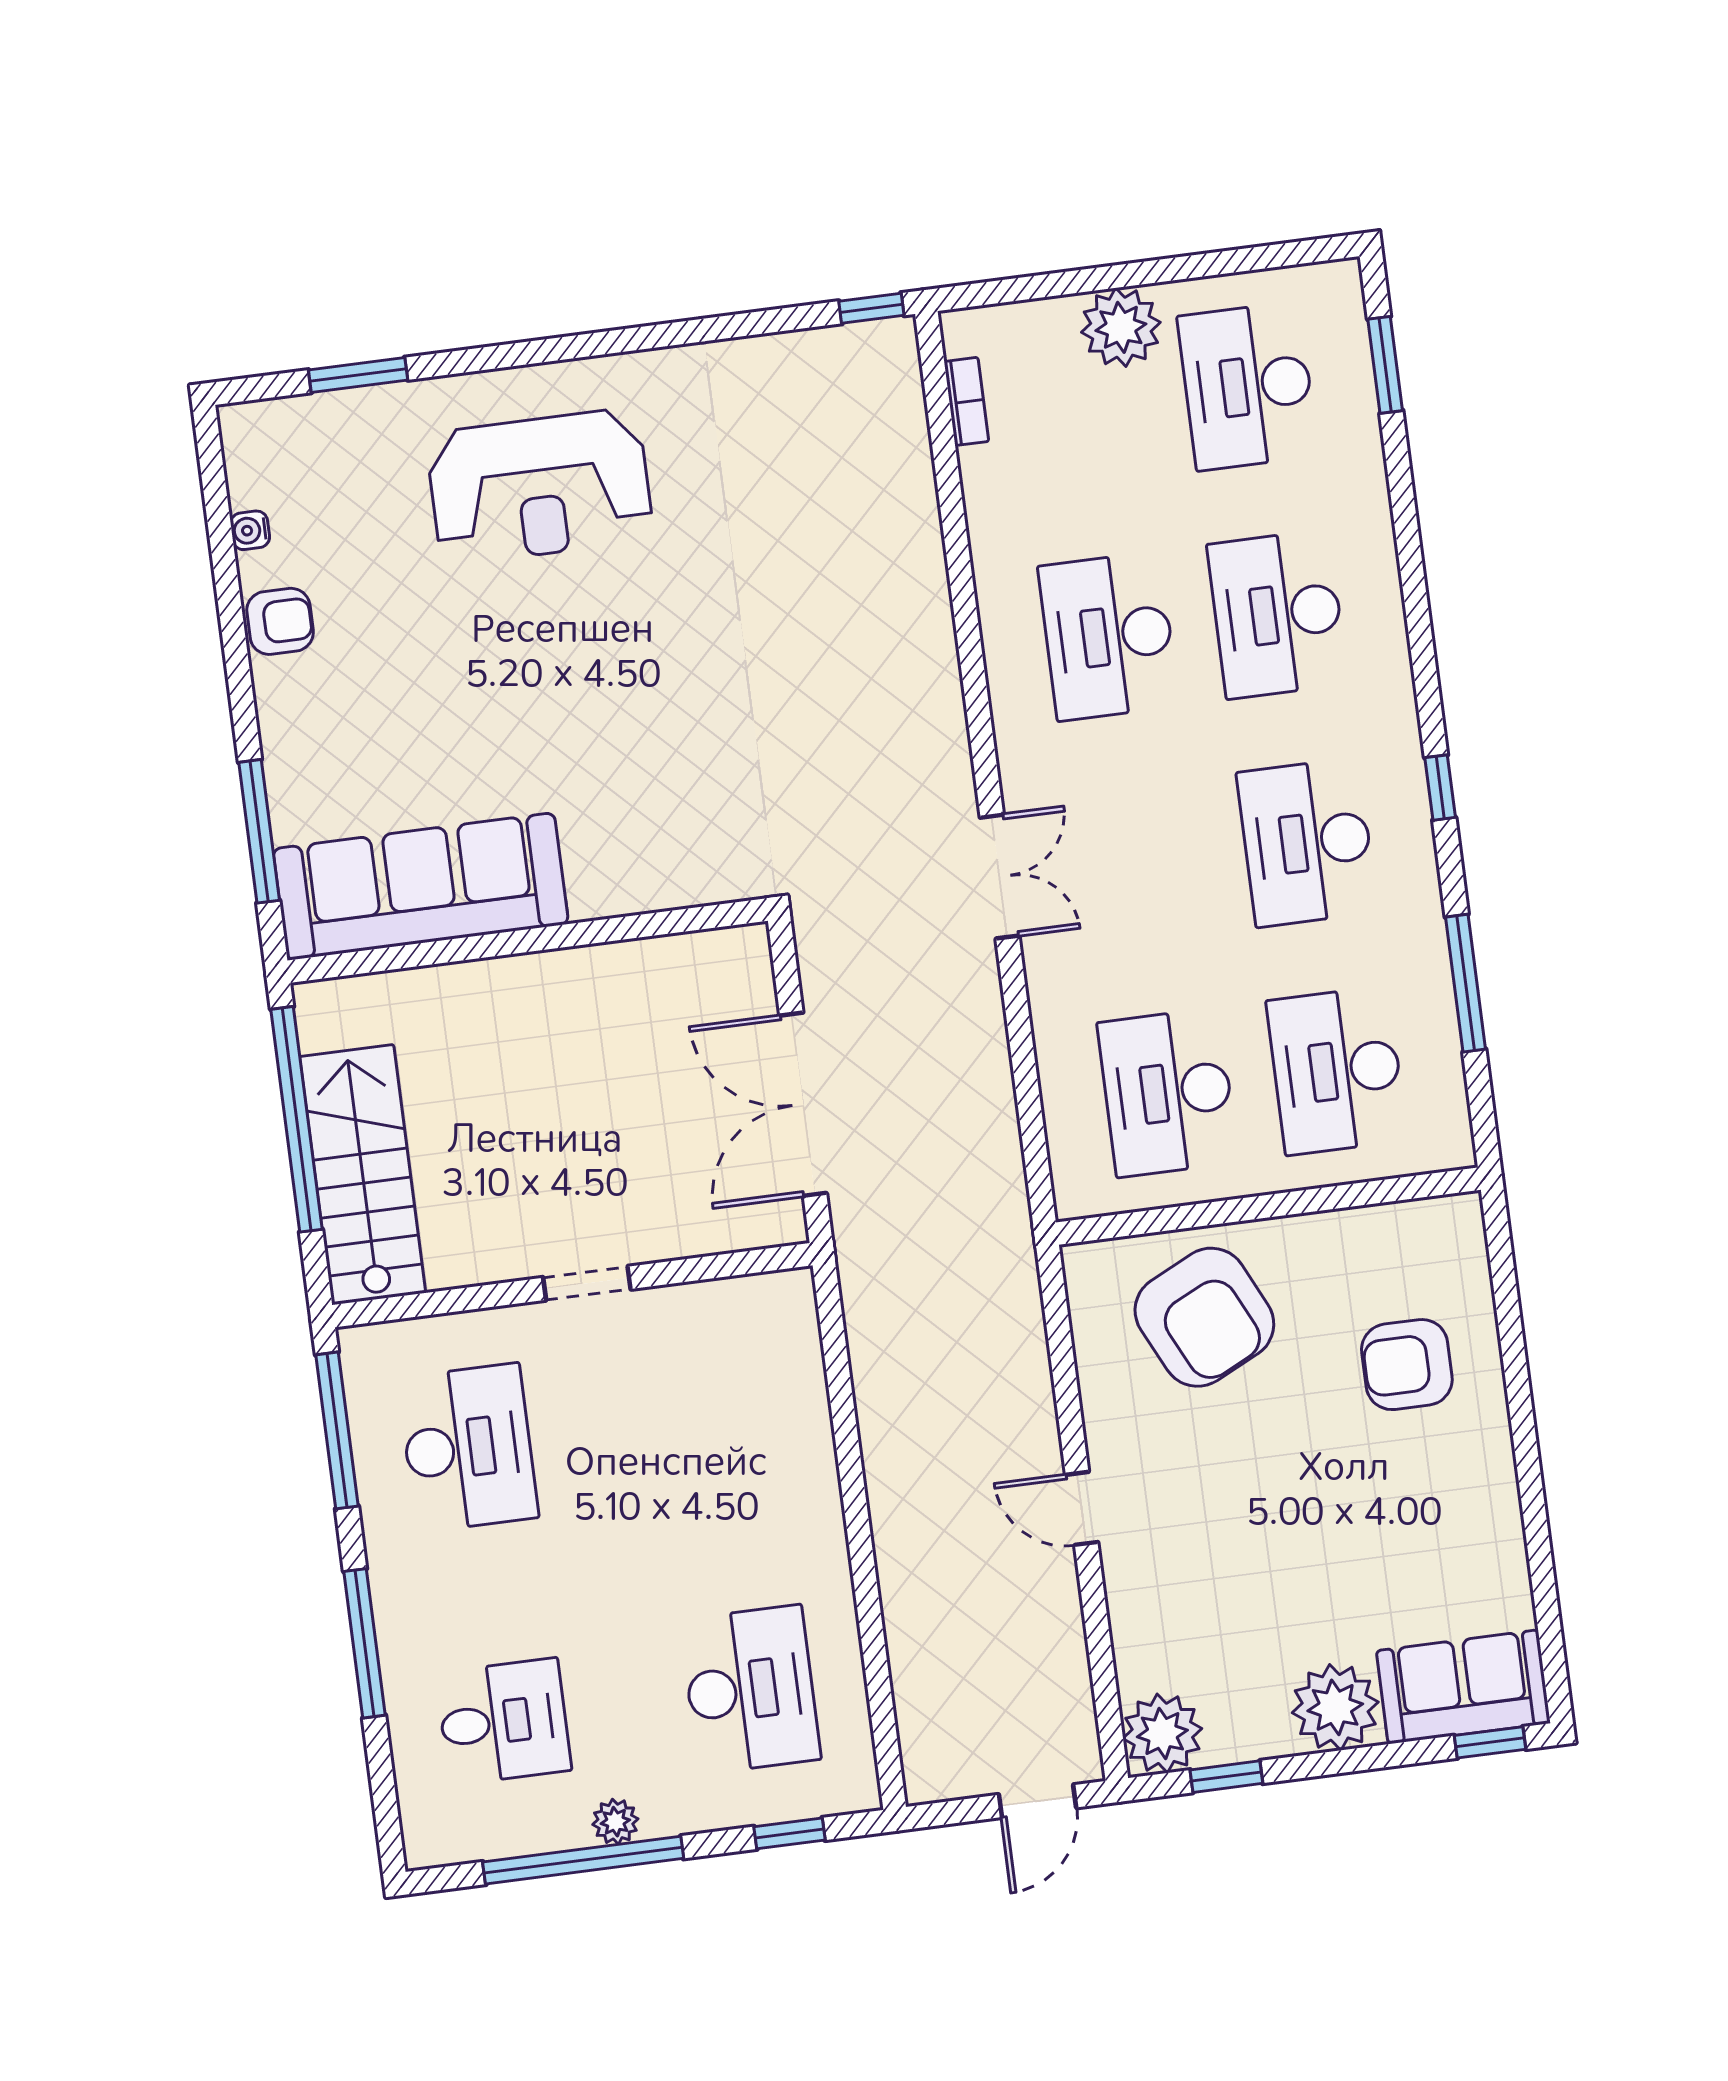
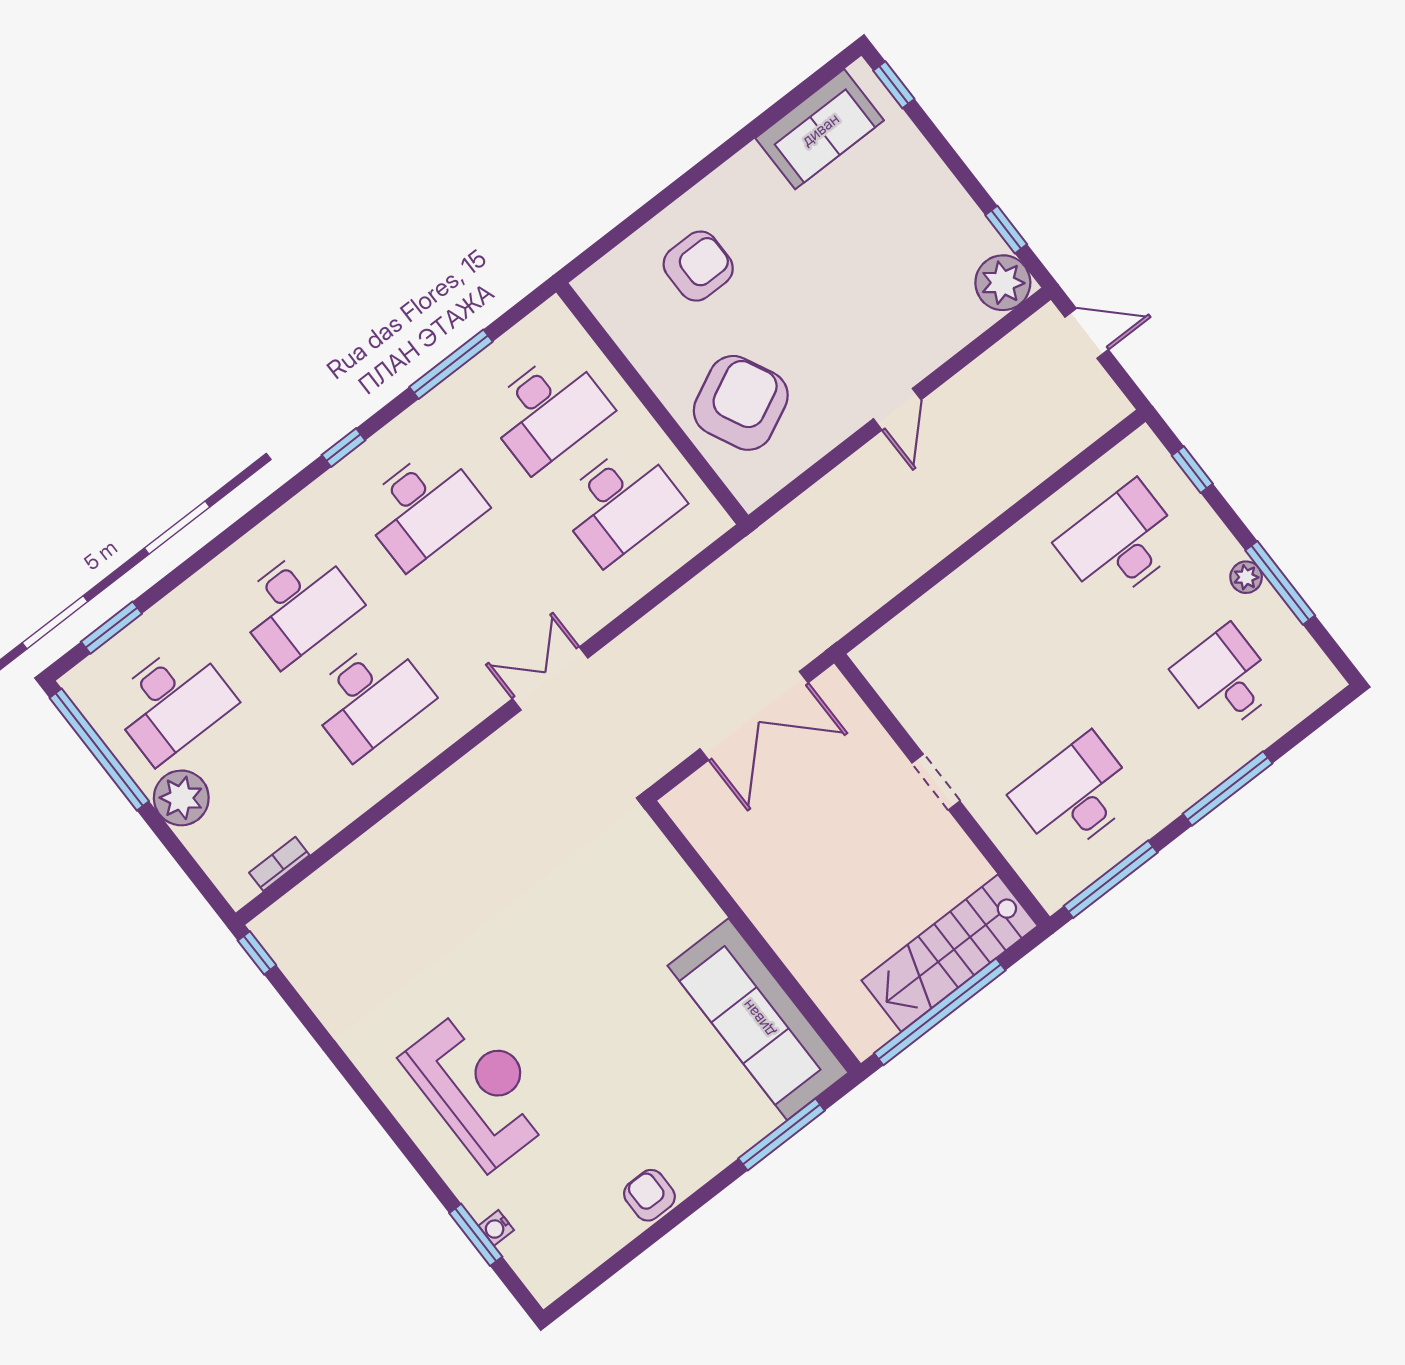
window: (1242, 260) -> (99, 750), added
water cooler: (250, 530) -> (496, 1228), moved, turned 90
armchair: (1407, 1365) -> (698, 266), turned -90
sofa: (1463, 1687) -> (820, 129), moved, turned -90
plant: (1335, 1707) -> (927, 189), removed
window: (583, 1860) -> (1280, 583), width x0.68

